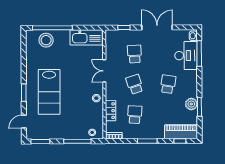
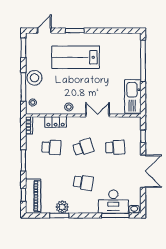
stool: (46, 40) -> (34, 78), moved
door: (24, 122) -> (44, 31), hinge flipped

